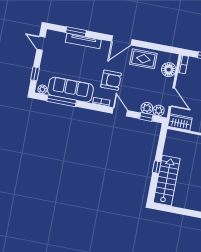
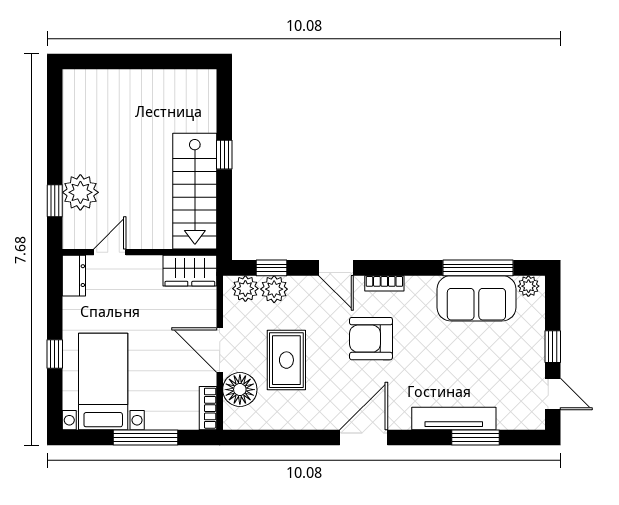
rug: (143, 59) -> (286, 360), moved, turned 90
window: (35, 74) -> (553, 347), moved
sofa: (70, 90) -> (476, 298), width x0.73
door: (172, 97) -> (220, 350), moved
stairs: (167, 181) -> (195, 191), moved

